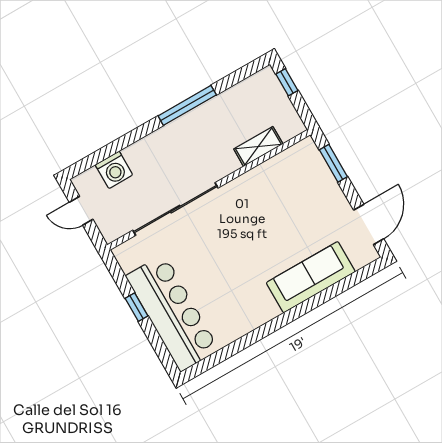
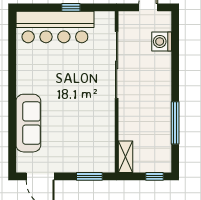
window: (187, 105) -> (175, 123), moved
shelving: (258, 146) -> (126, 157), moved

